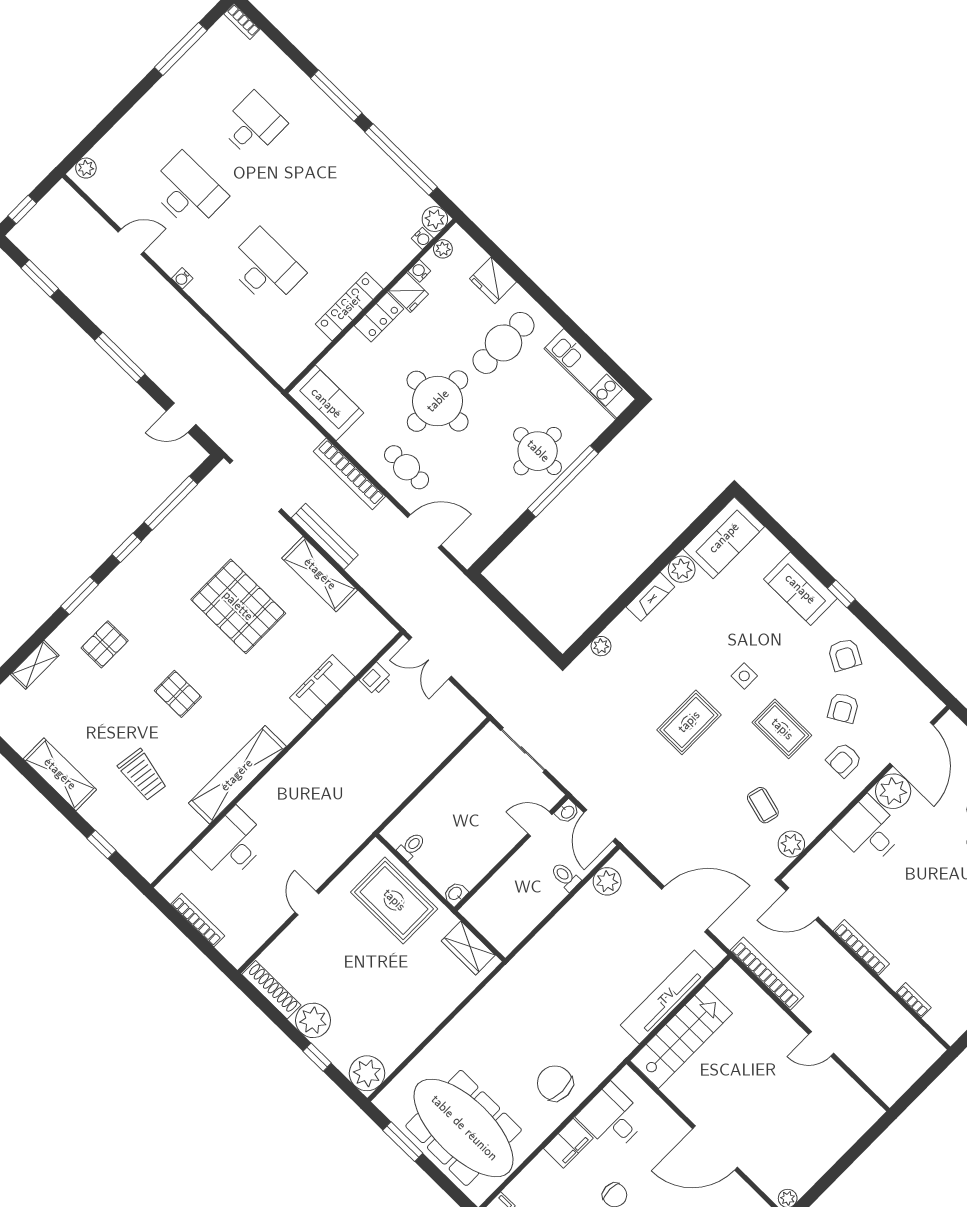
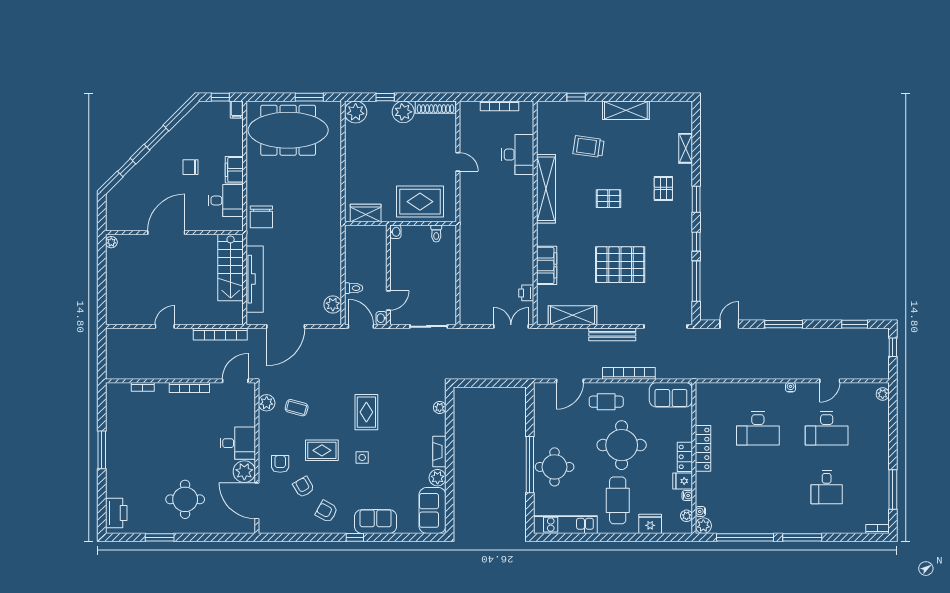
shelving: (320, 574) -> (572, 315), moved
chair: (555, 1083) -> (261, 217), moved, turned 90

